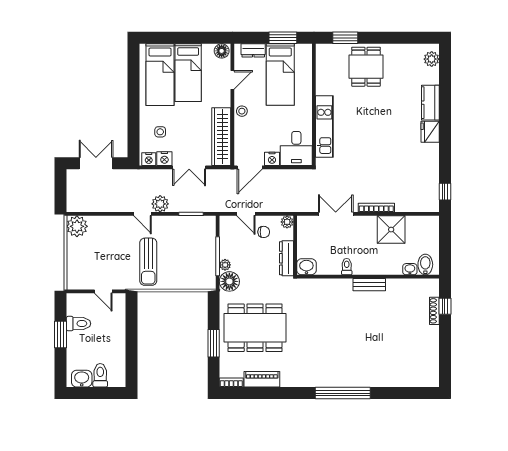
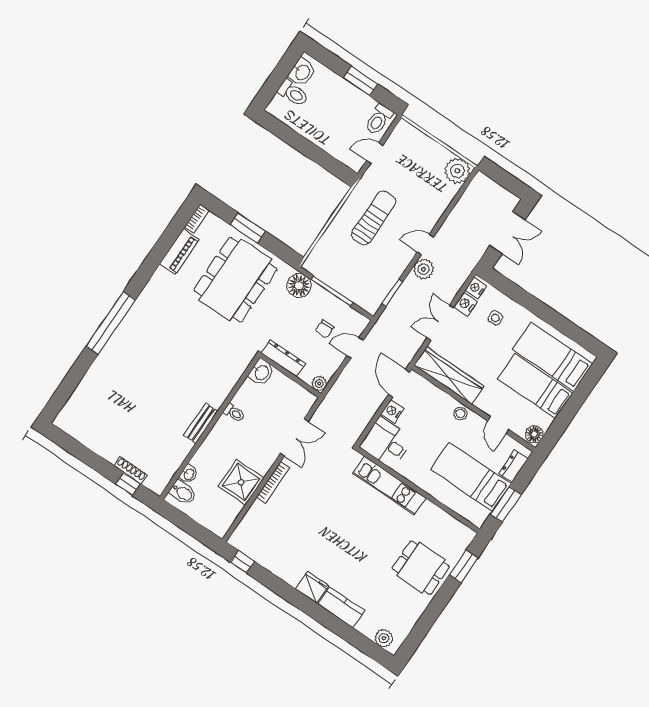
chair: (264, 232) -> (325, 329), moved
sun lounger: (148, 262) -> (374, 218), turned 90
plant: (225, 265) -> (318, 293), removed
toilet: (78, 324) -> (379, 119), moved

